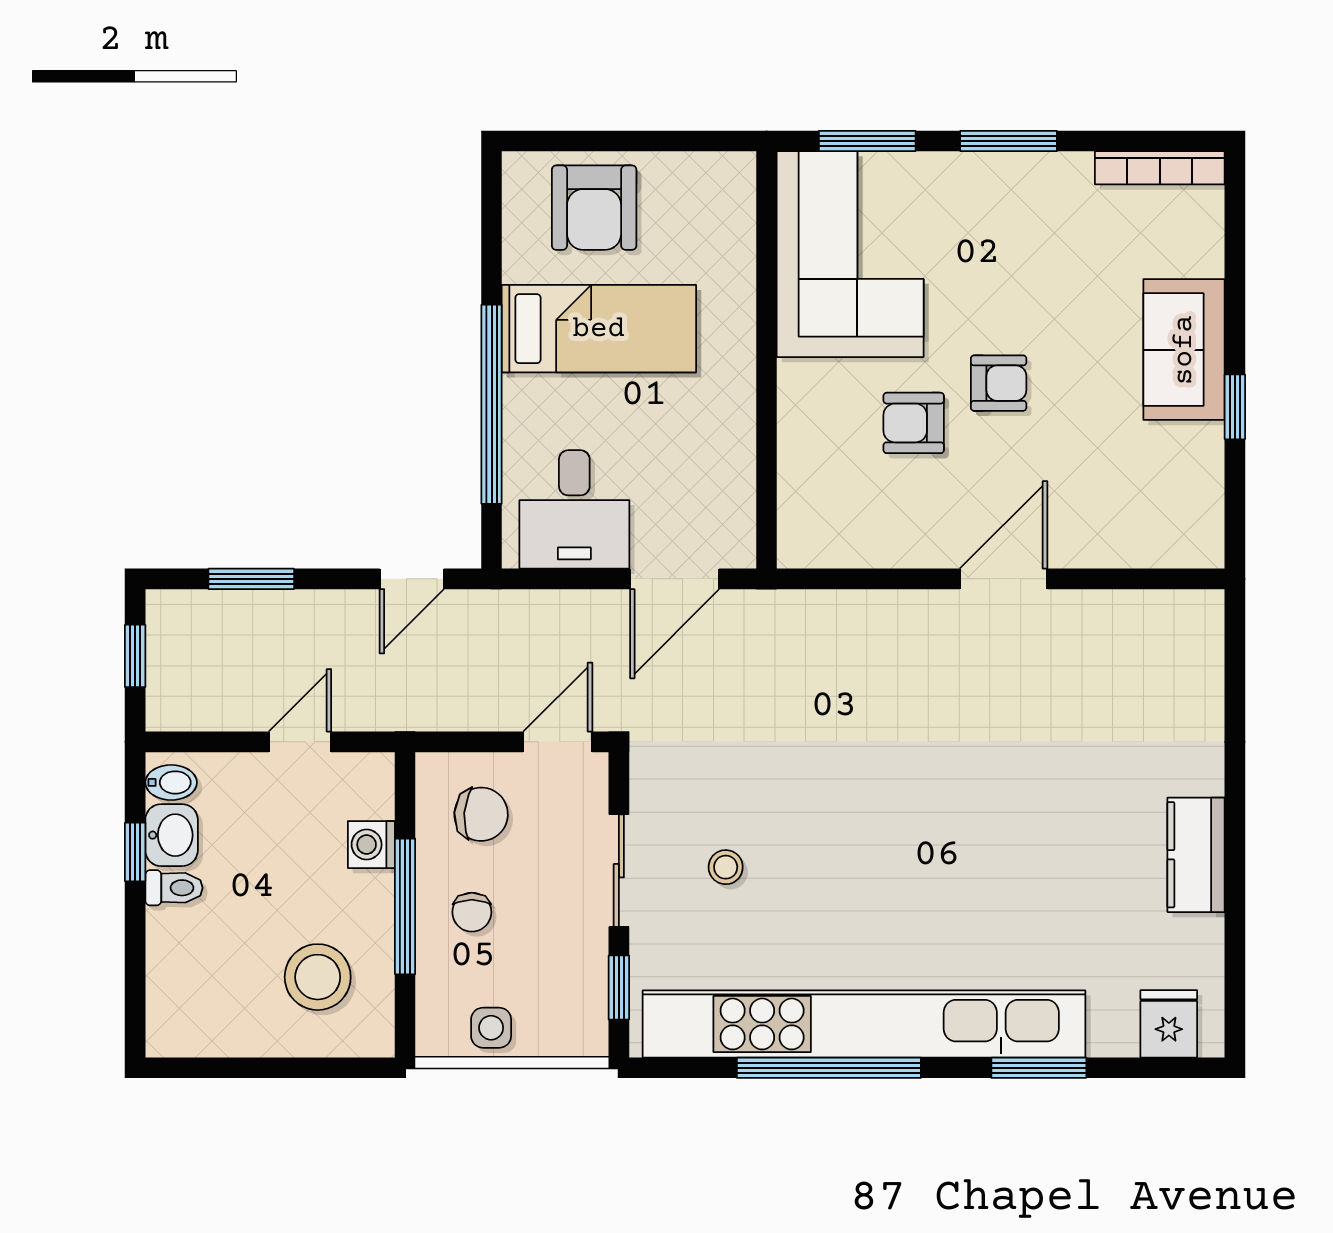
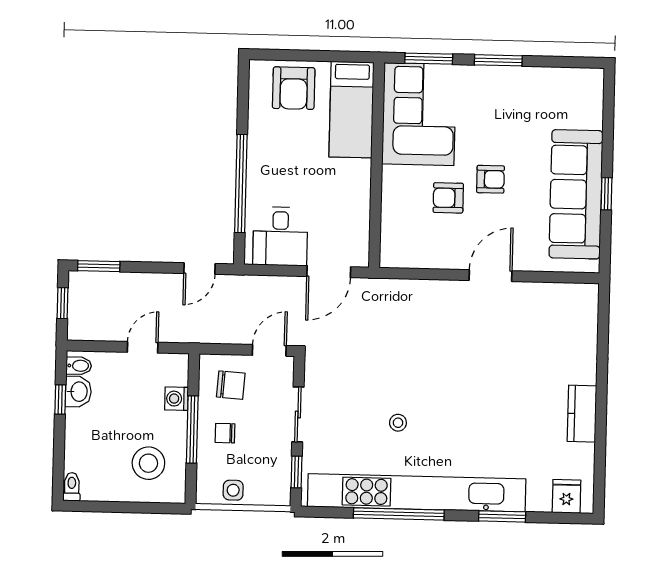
bookcase: (1160, 168) -> (572, 75), removed
bed: (599, 329) -> (351, 110), moved, turned 90
sofa: (1184, 350) -> (576, 194), width x1.85, depth x1.27
window: (251, 579) -> (99, 266), moved
stool: (726, 867) -> (398, 423), moved
toilet: (174, 888) -> (72, 487), moved, turned -90
chair: (472, 912) -> (225, 433), turned 90

